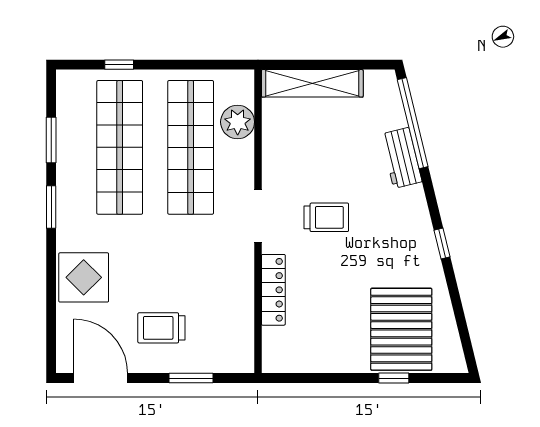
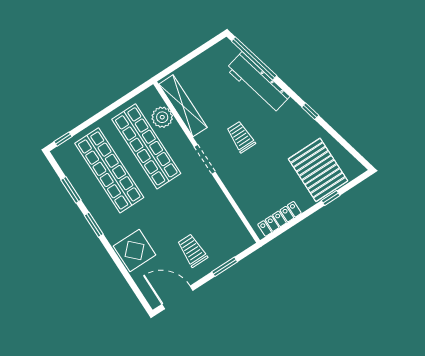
window: (119, 65) -> (63, 139), moved
shelving: (312, 83) -> (183, 106), moved, turned 90
workbench: (401, 158) -> (258, 83), width x1.88, depth x1.32
trolley: (326, 217) -> (241, 137), turned -90
locker: (273, 290) -> (279, 219), moved, turned -90
trolley: (161, 328) -> (192, 250), turned 90

